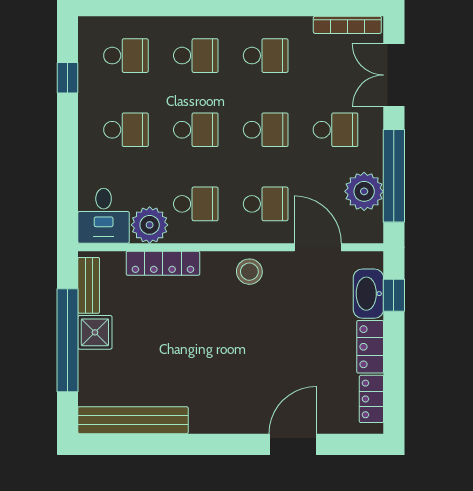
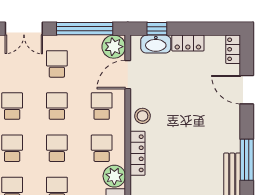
plant: (364, 191) -> (114, 47), moved
locker: (163, 263) -> (137, 153), moved
locker: (371, 399) -> (233, 49), moved, turned 90
window: (177, 444) -> (247, 160), added

